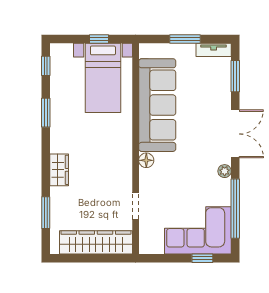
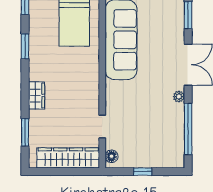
floor lamp: (146, 160) -> (112, 156), moved
corner sofa: (198, 230) -> (156, 148), removed
window: (202, 258) -> (143, 172), moved

